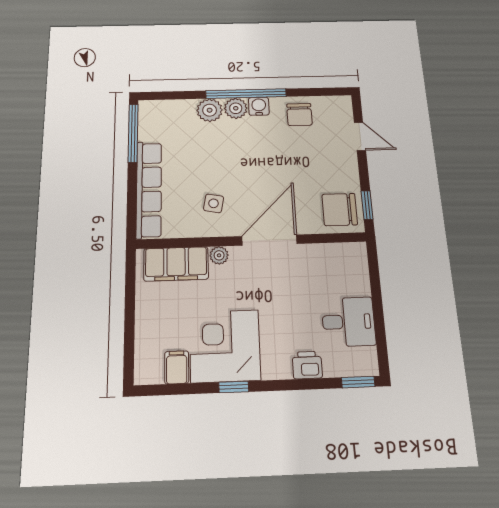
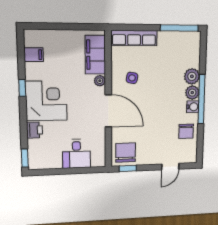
chair: (299, 115) -> (186, 131), turned -90
row of seats: (149, 189) -> (134, 38), width x0.73
desk: (348, 322) -> (77, 154), moved
corner desk: (225, 346) -> (46, 101), moved

